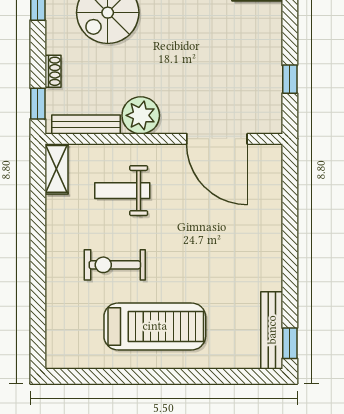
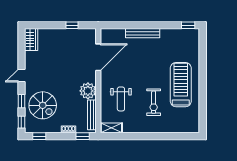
bench: (272, 330) -> (143, 33), moved

